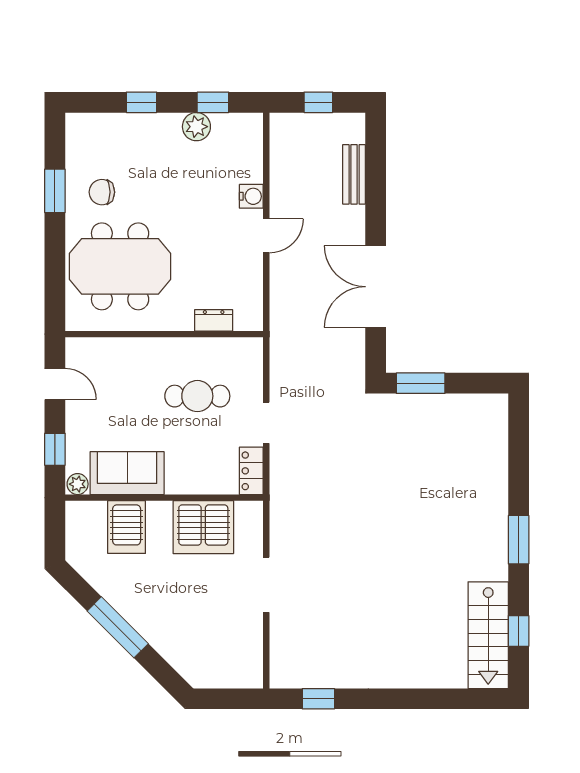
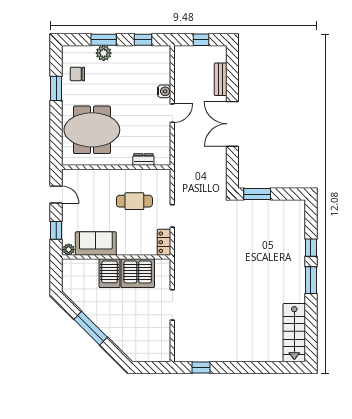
window: (141, 102) -> (104, 40), width x1.50
plant: (196, 127) -> (104, 53), moved
chair: (102, 192) -> (77, 74), moved
double door: (376, 287) -> (232, 124), moved
server rack: (127, 527) -> (110, 273), moved
window: (519, 631) -> (311, 248), moved

